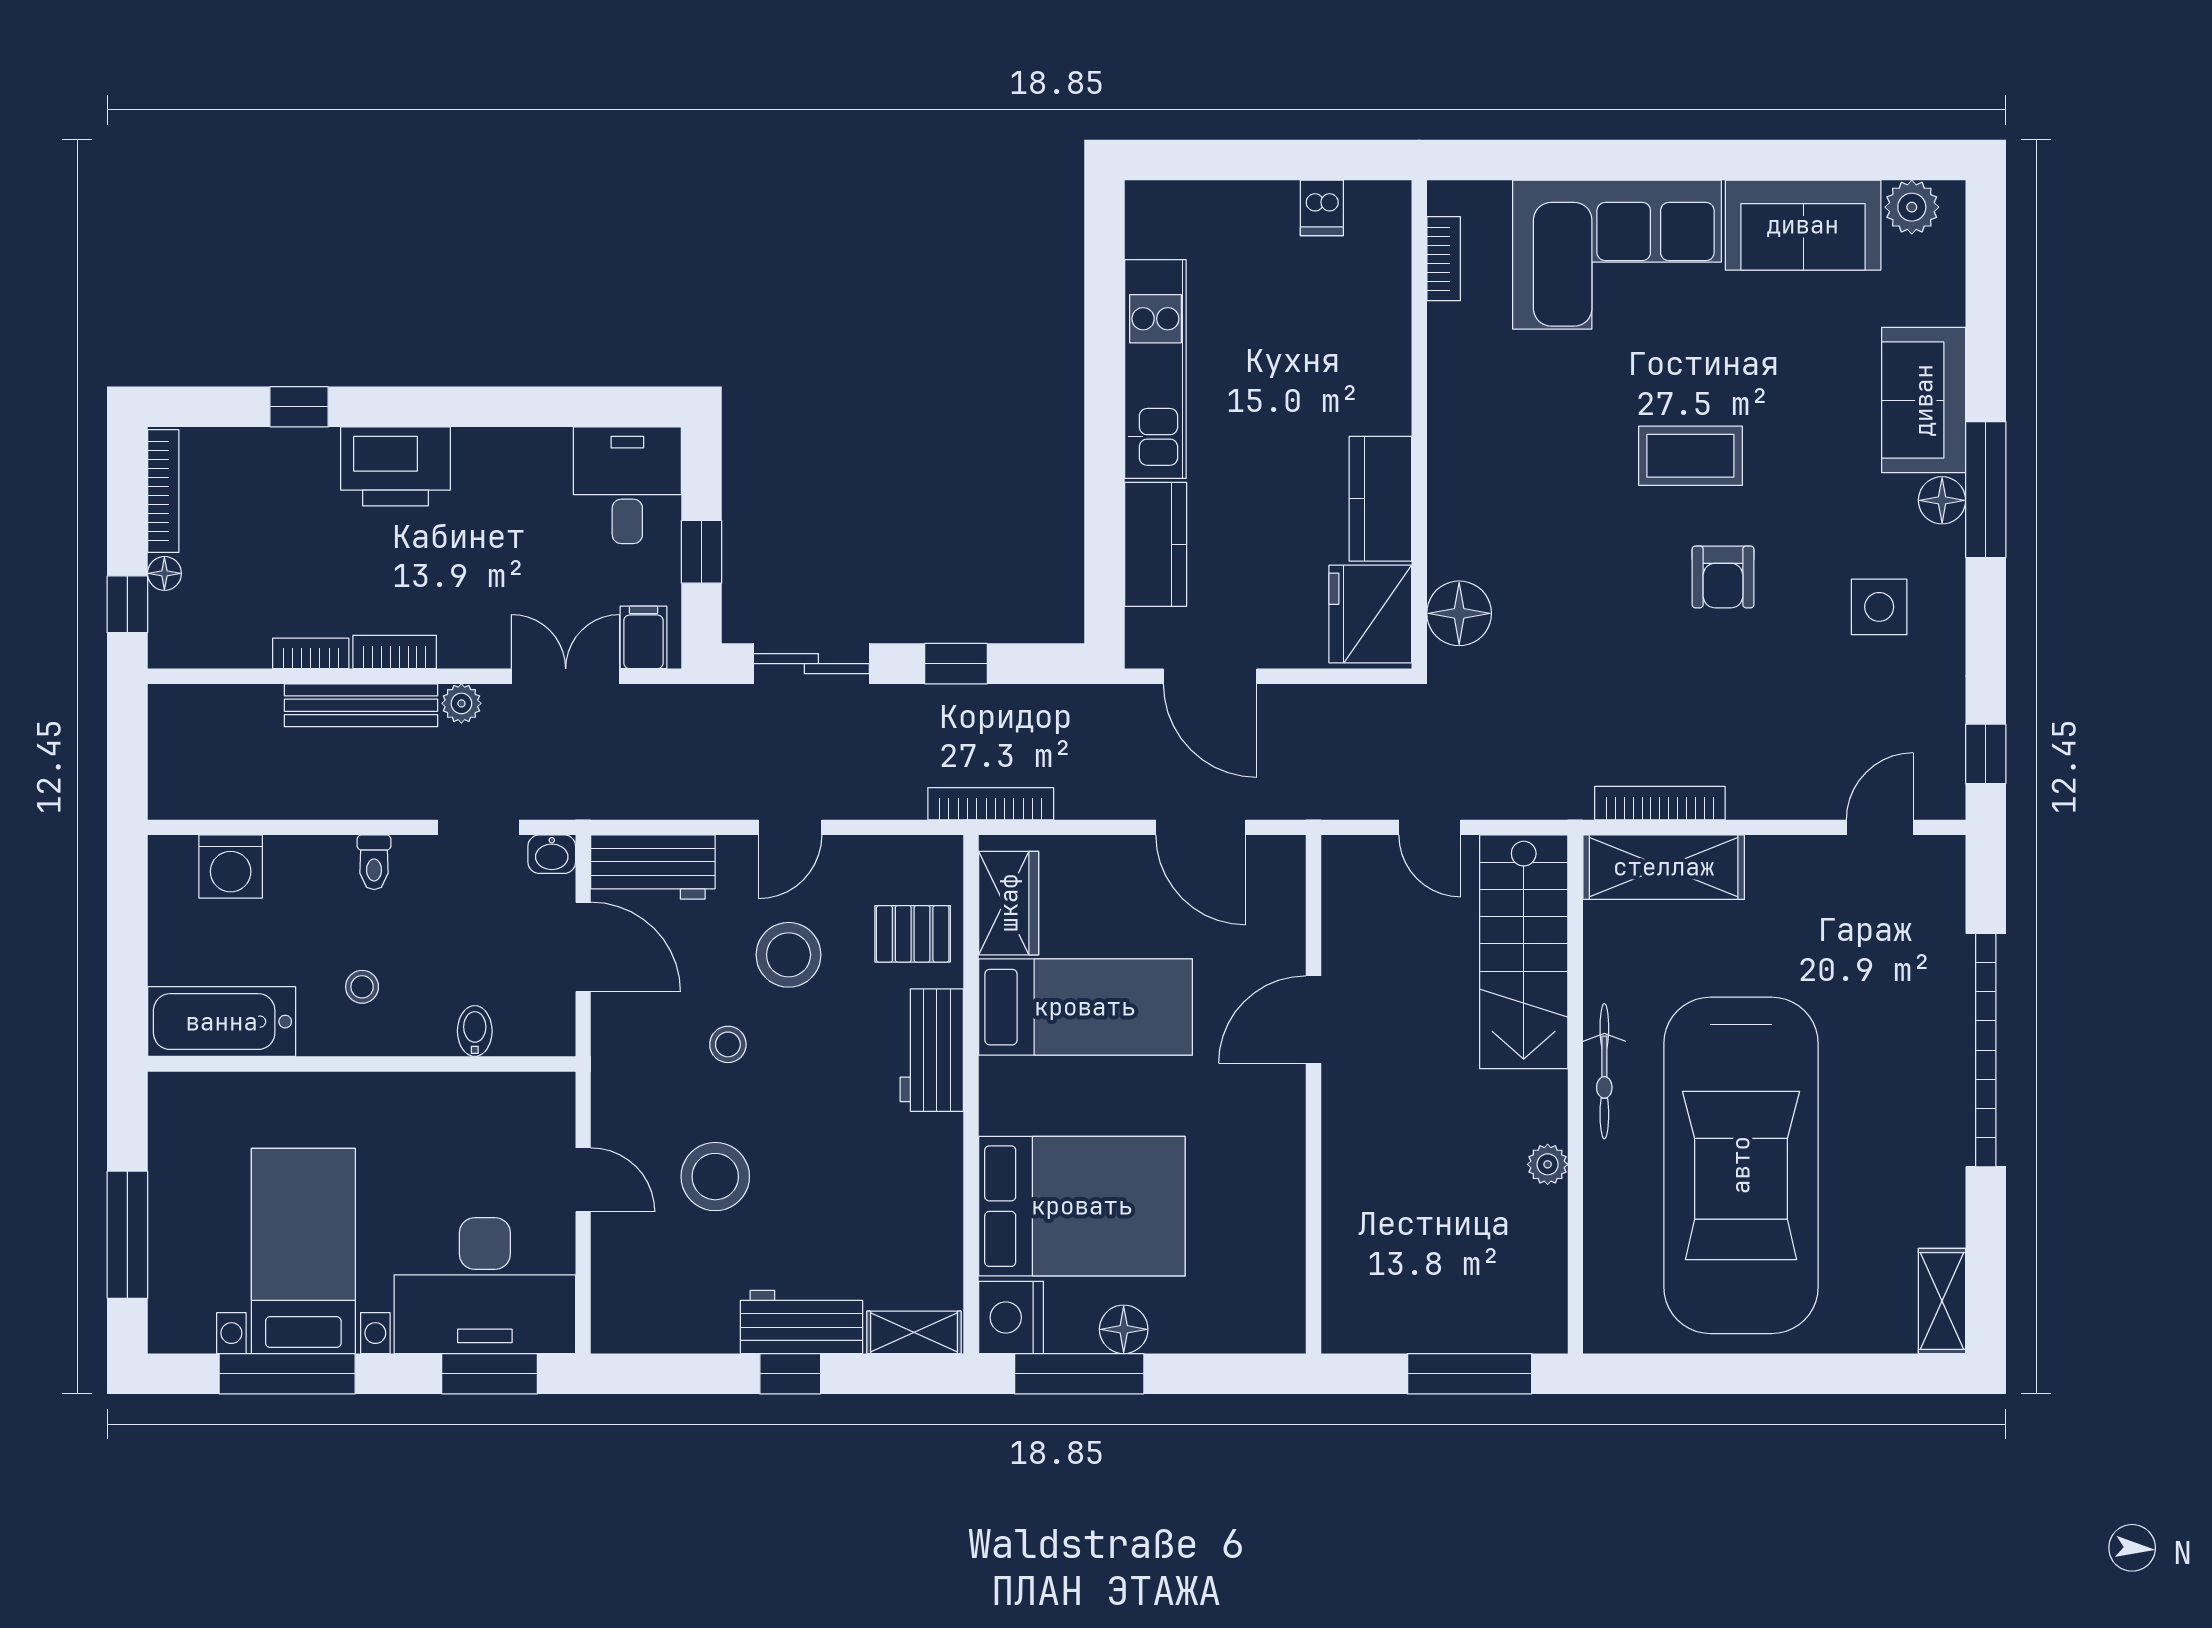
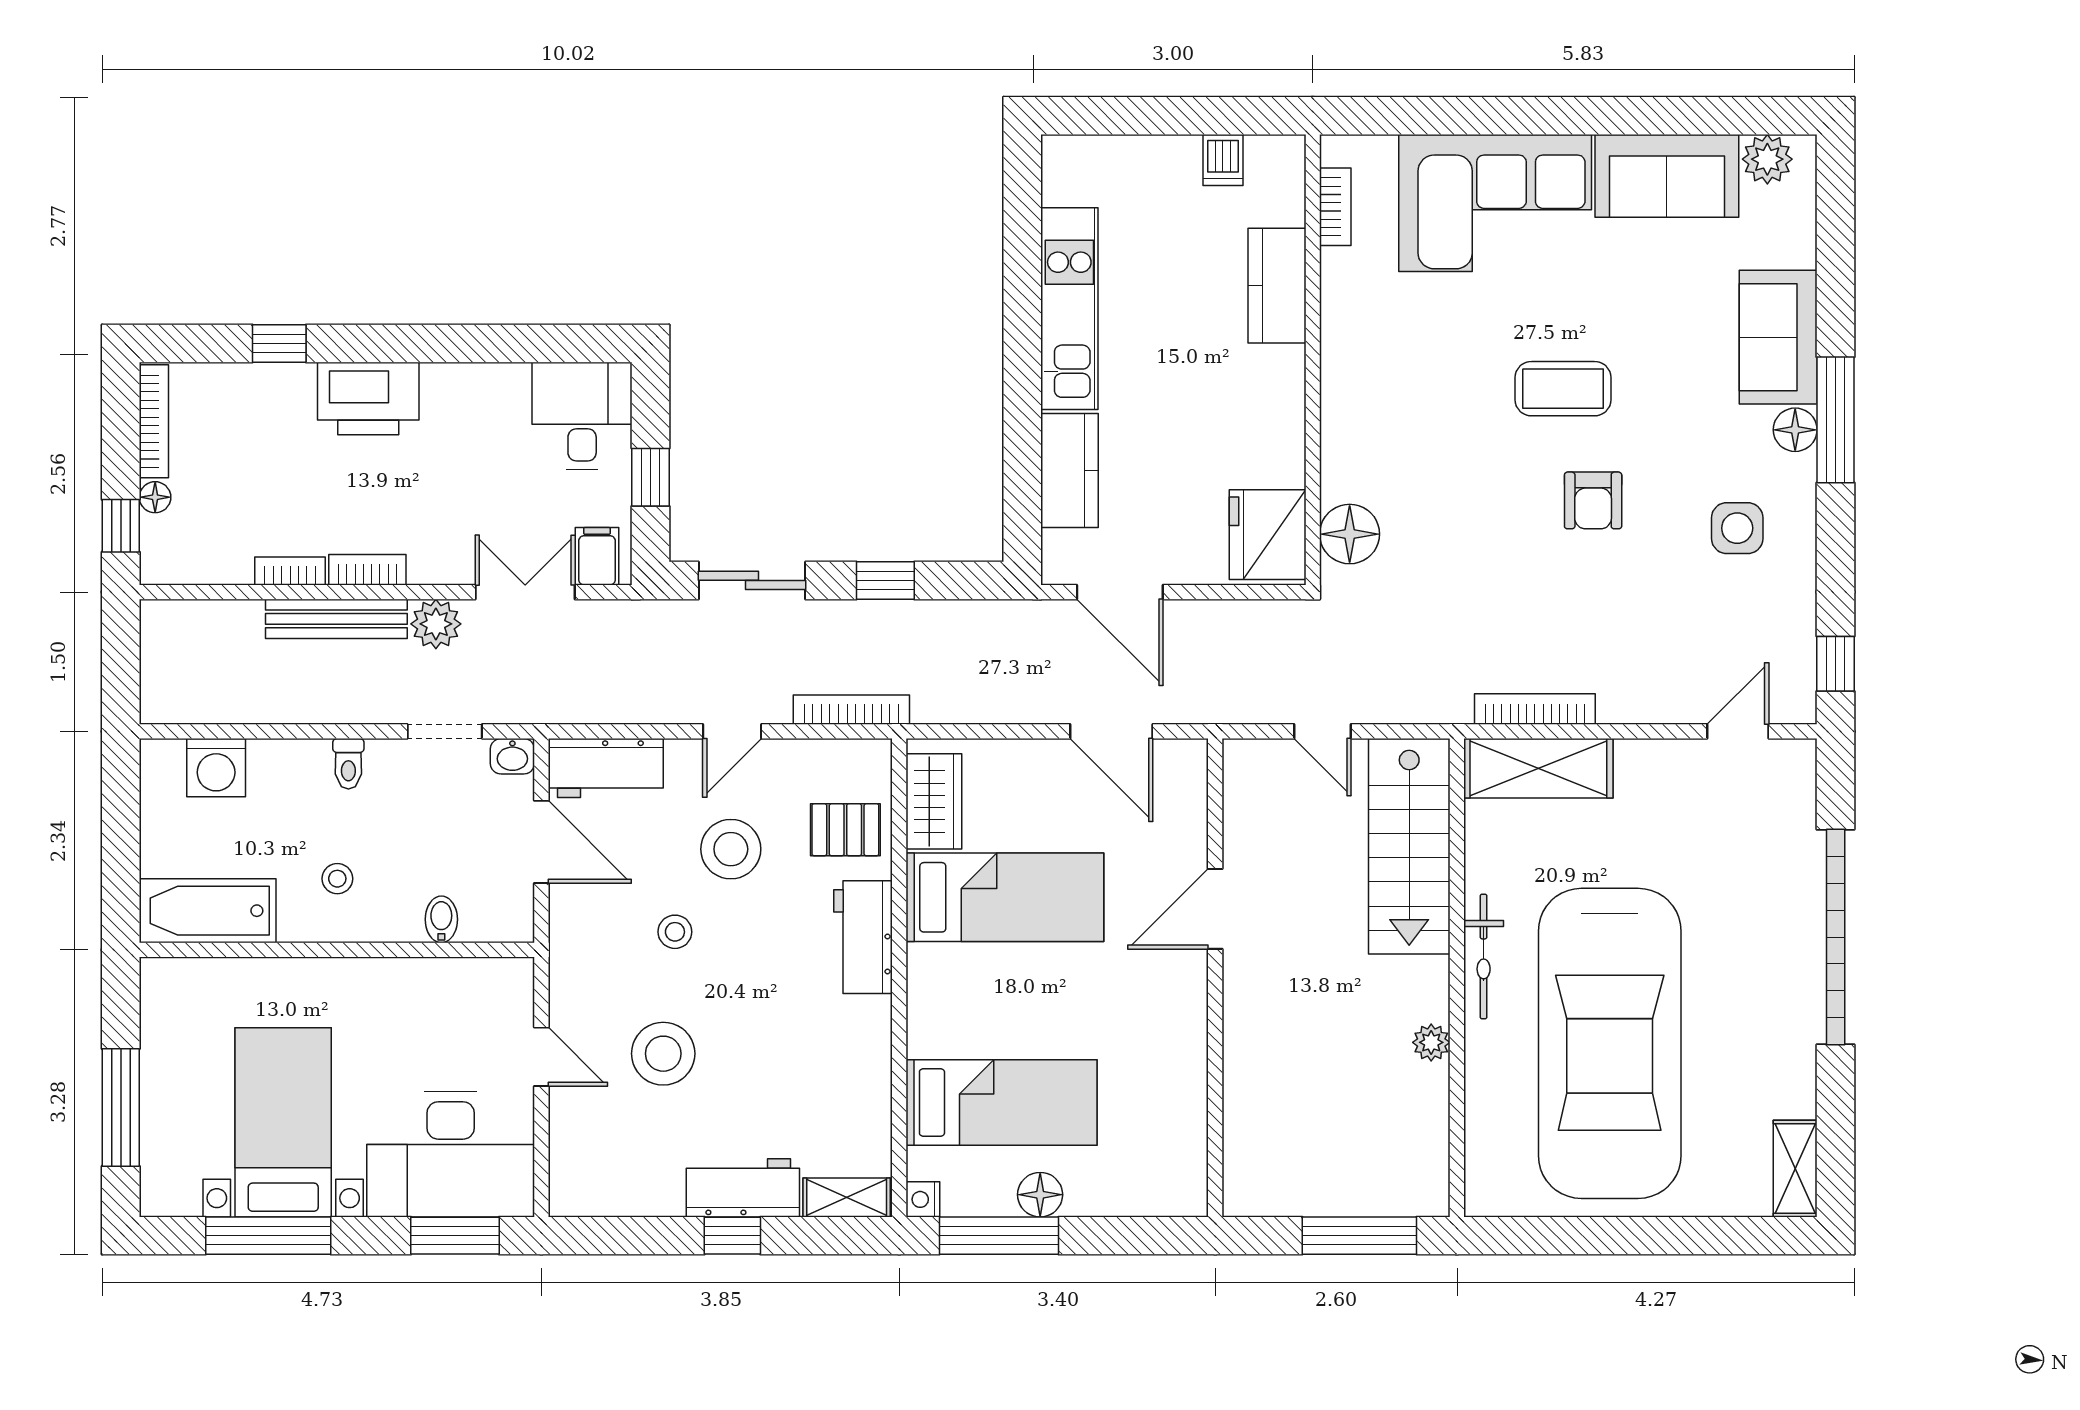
kitchen counter: (1380, 499) -> (1277, 286), moved
plant: (461, 703) -> (436, 624), width x1.38, depth x1.38
bookcase: (991, 804) -> (851, 710), moved
bed: (1082, 1206) -> (1002, 1102), width x0.67
nightstand: (1011, 1317) -> (923, 1199), width x0.53, depth x0.56

